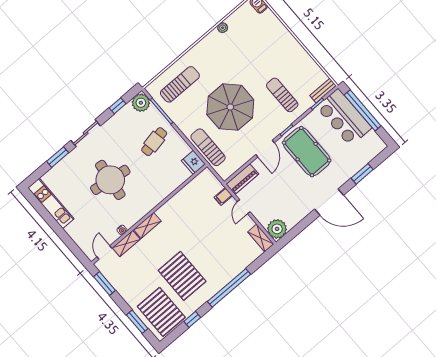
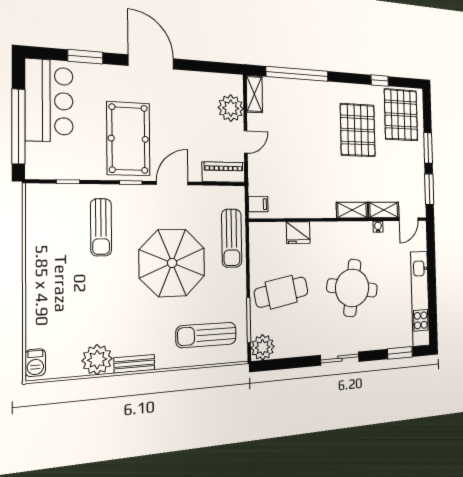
plant: (223, 28) -> (97, 360), width x1.88, depth x1.88
bench: (323, 91) -> (134, 364), moved
window: (118, 106) -> (288, 363), removed
bar counter: (344, 117) -> (49, 101), moved
cafe table: (154, 142) -> (281, 292), width x1.37, depth x1.35
window: (58, 157) -> (400, 353), moved
fridge: (193, 162) -> (298, 233), moved, turned 90
filing cabinet: (223, 196) -> (258, 204), moved
kitchen unit: (51, 203) -> (420, 299), width x1.36
plant: (277, 229) -> (231, 108), moved
window: (229, 288) -> (297, 74), moved
window: (137, 322) -> (428, 148), moved

